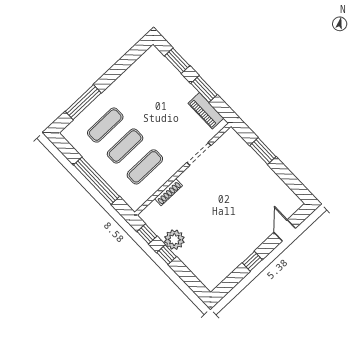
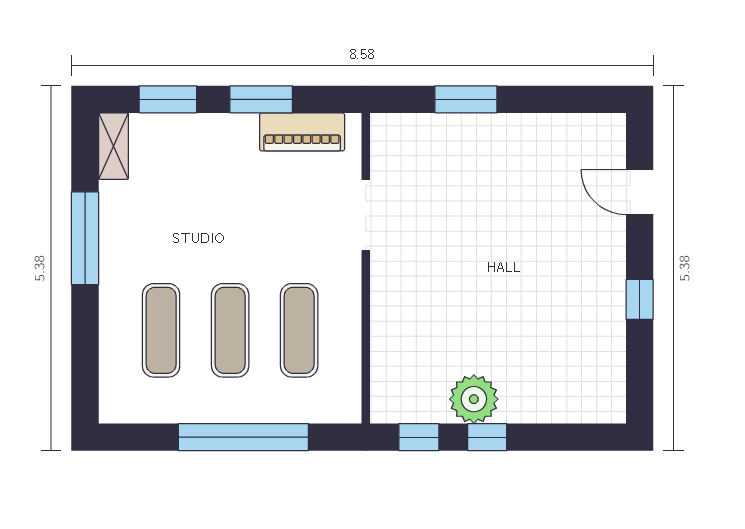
shelving: (147, 58) -> (114, 146), added
window: (83, 102) -> (85, 238), moved
shoe rack: (168, 192) -> (382, 331), removed

